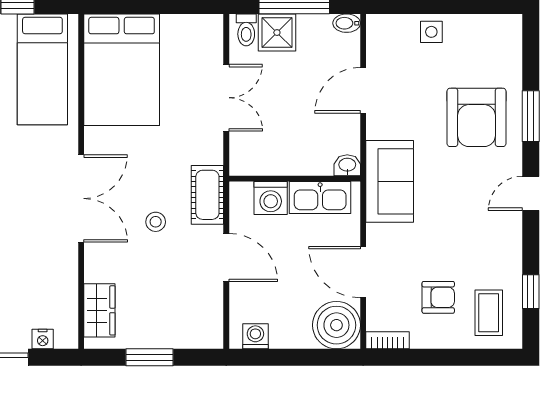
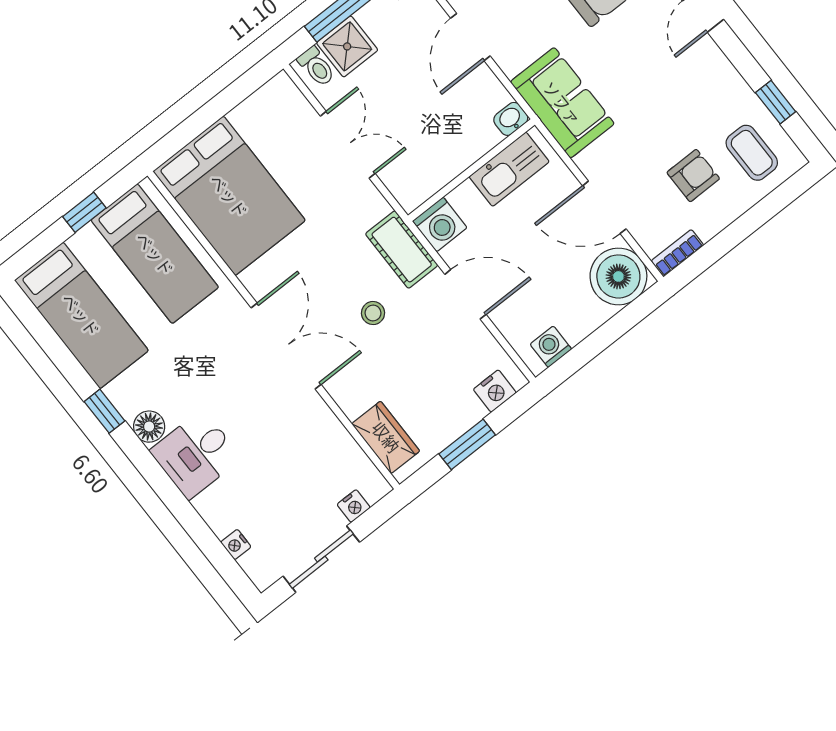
washing machine: (271, 198) -> (440, 224), moved
nightstand: (195, 336) -> (495, 391), added

